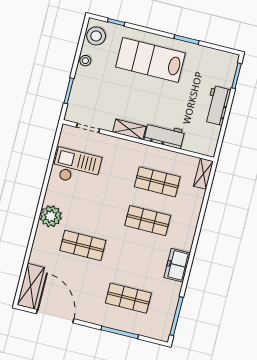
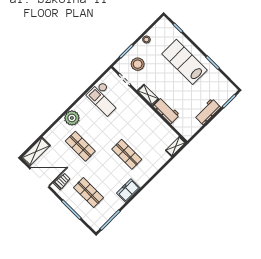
stool: (96, 36) -> (138, 64), moved
checkout: (77, 167) -> (104, 98), turned 180
shop shelf: (157, 182) -> (146, 135), removed
trolley: (86, 304) -> (62, 181), added
door: (55, 316) -> (40, 178), hinge flipped

